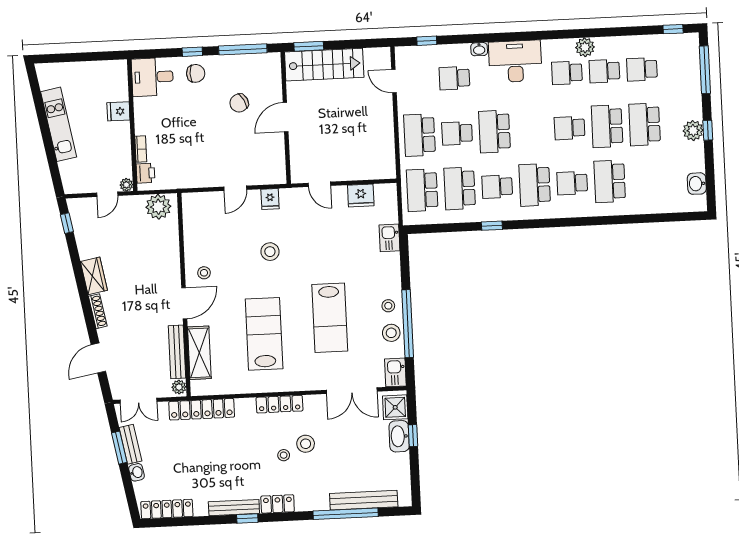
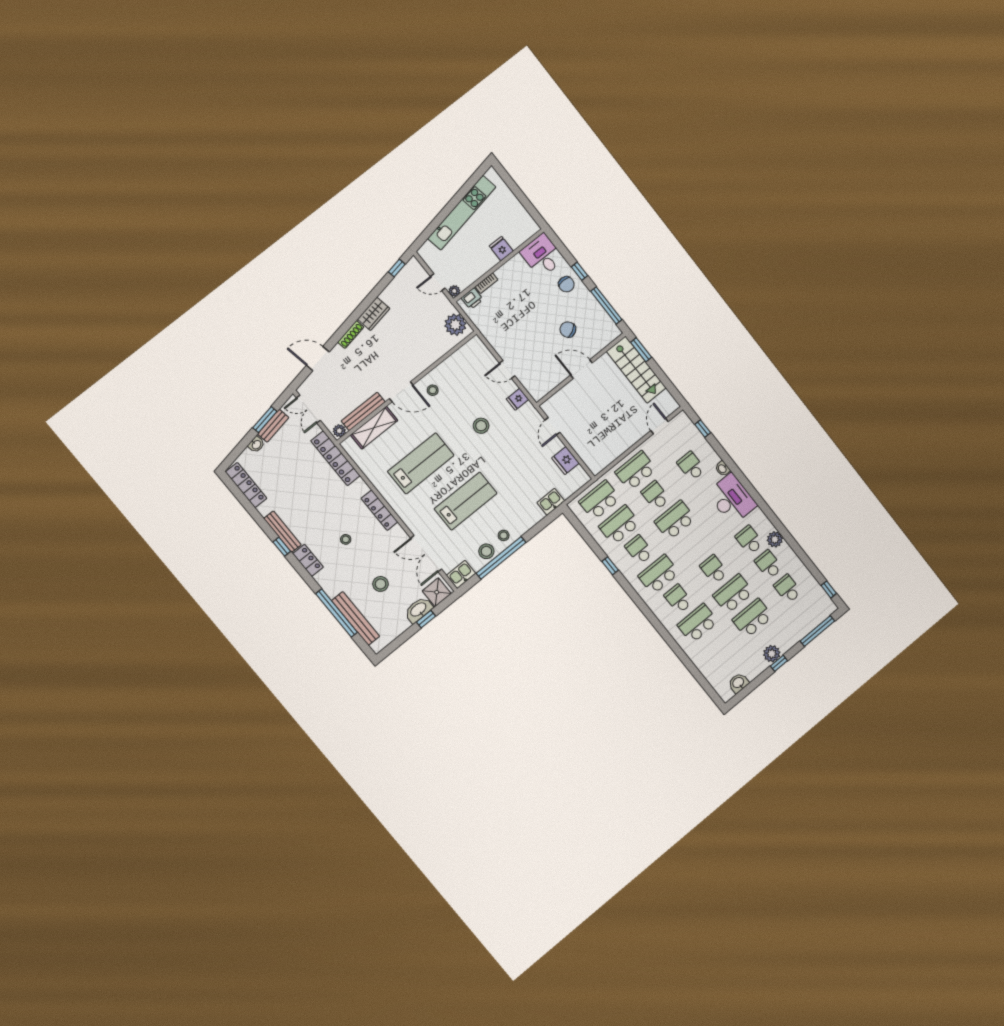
kitchen unit: (59, 124) -> (462, 213), width x1.36
lab bench: (330, 318) -> (466, 501), turned 180
stool: (306, 444) -> (381, 584), moved

